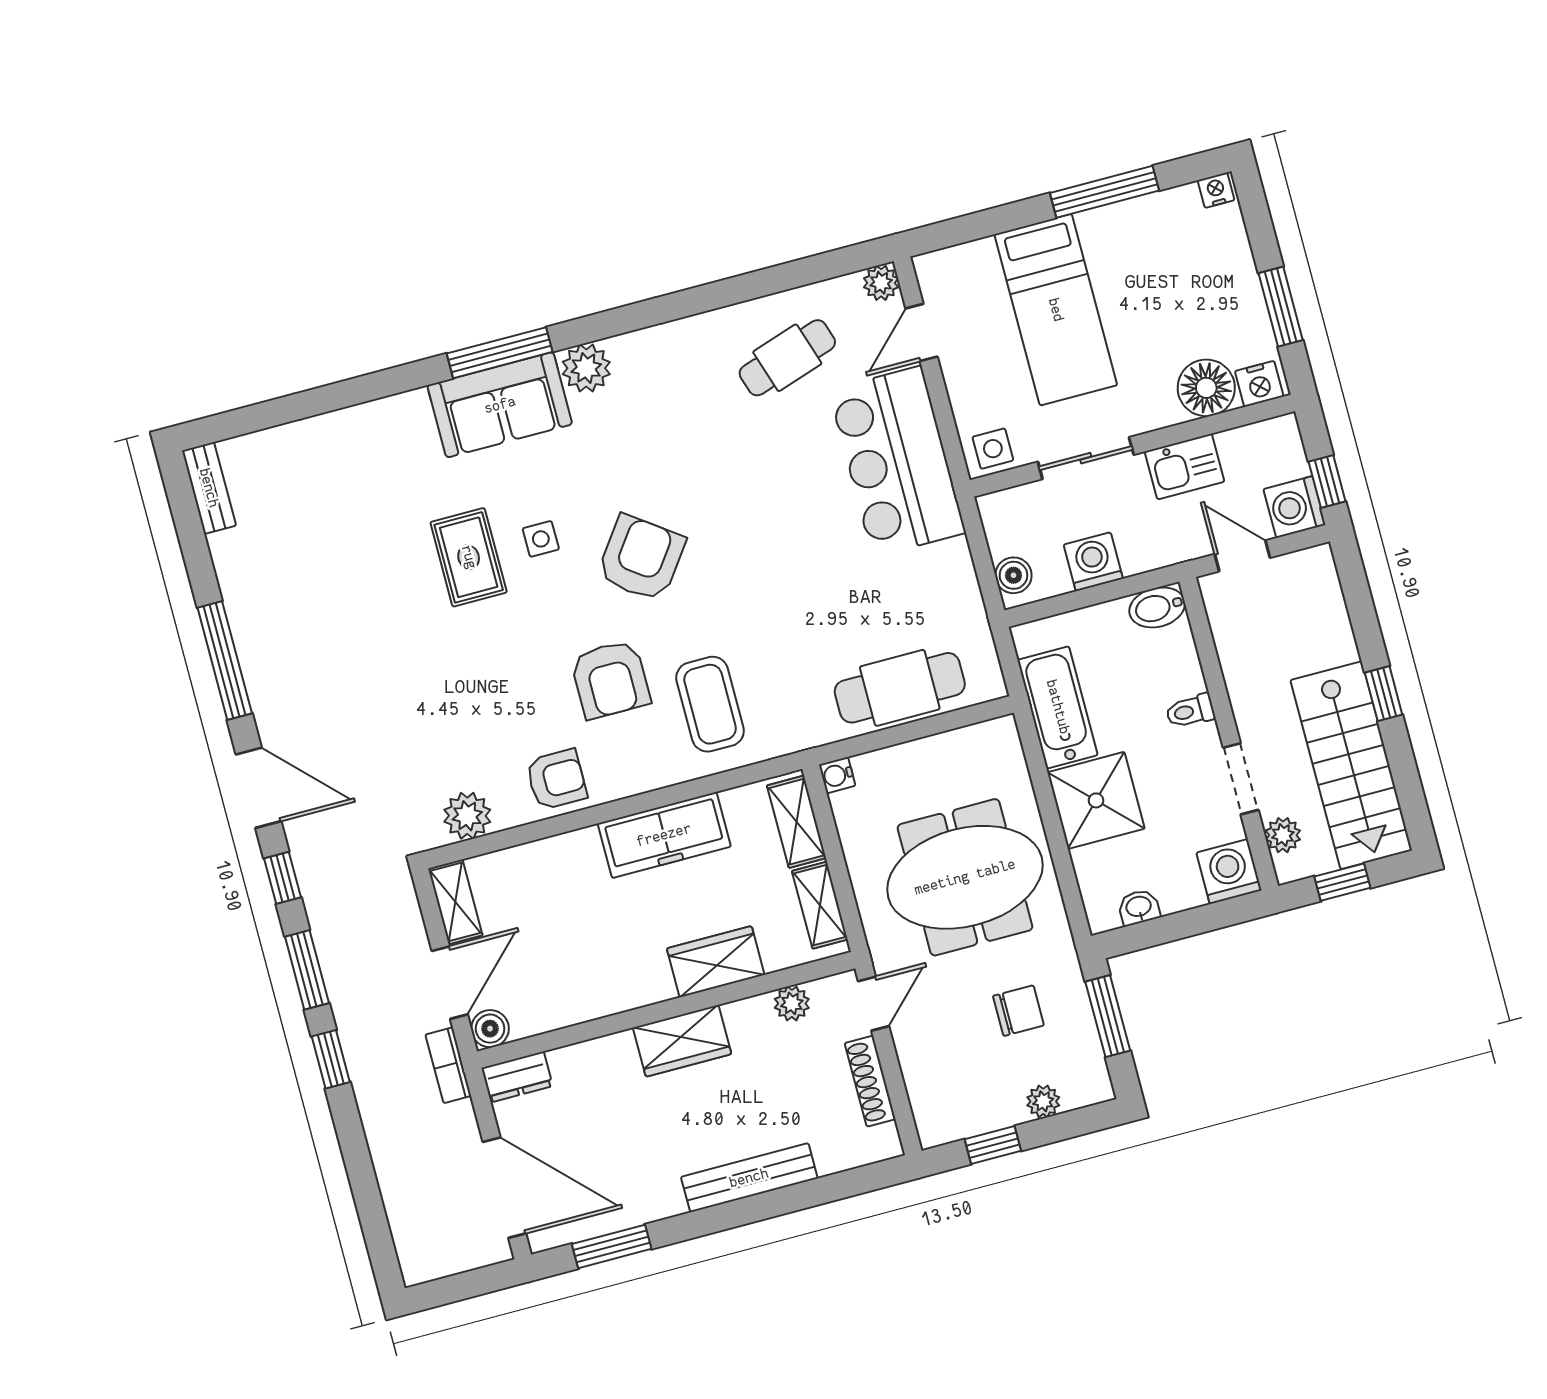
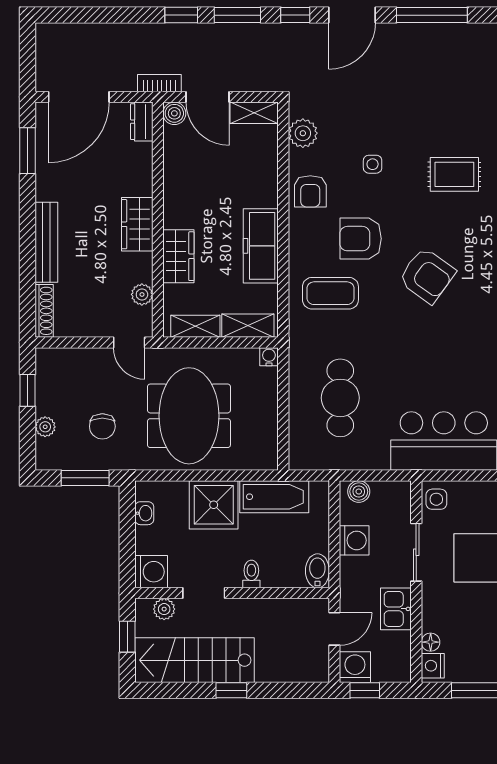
floor lamp: (1206, 388) -> (431, 642), width x0.53, depth x0.53
side table: (541, 539) -> (373, 164), moved
cafe table: (900, 688) -> (340, 398), moved
shoe rack: (870, 1081) -> (44, 311), moved, turned 90

